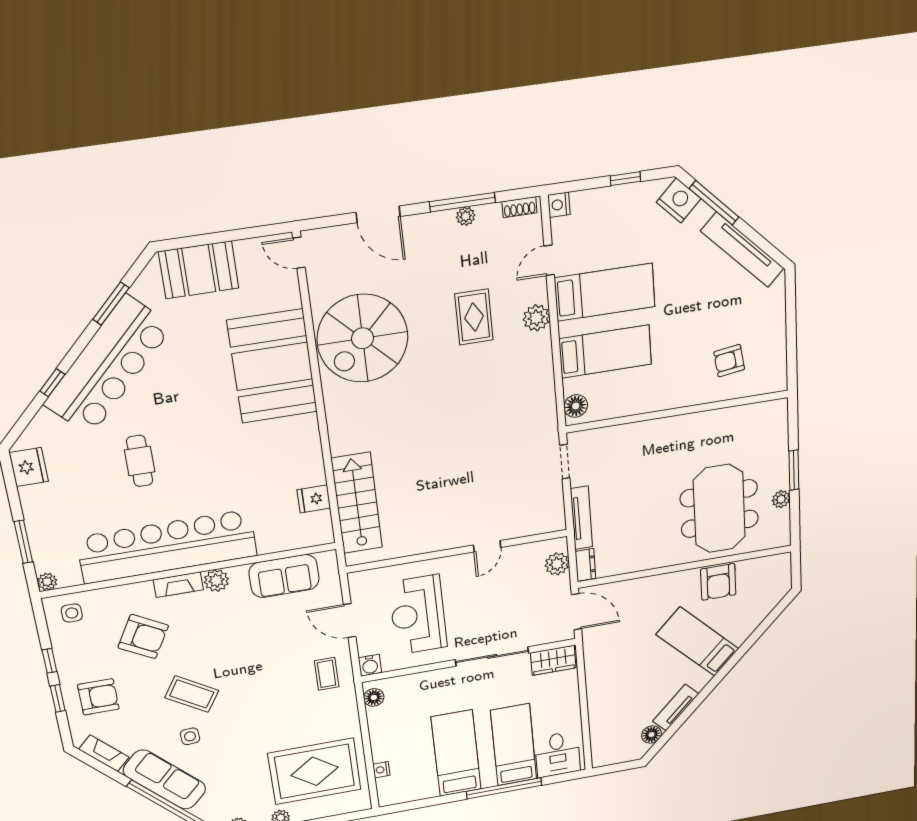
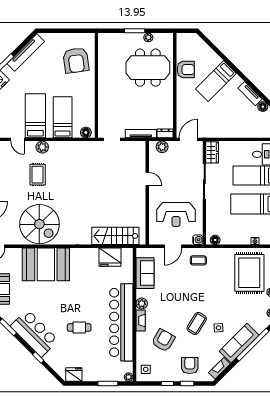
rug: (474, 317) -> (38, 175), turned 90
armchair: (729, 361) -> (76, 60), width x1.88, depth x1.88
bar counter: (108, 366) -> (34, 333), width x0.73
fridge: (314, 499) -> (110, 257), width x1.88, depth x1.34

